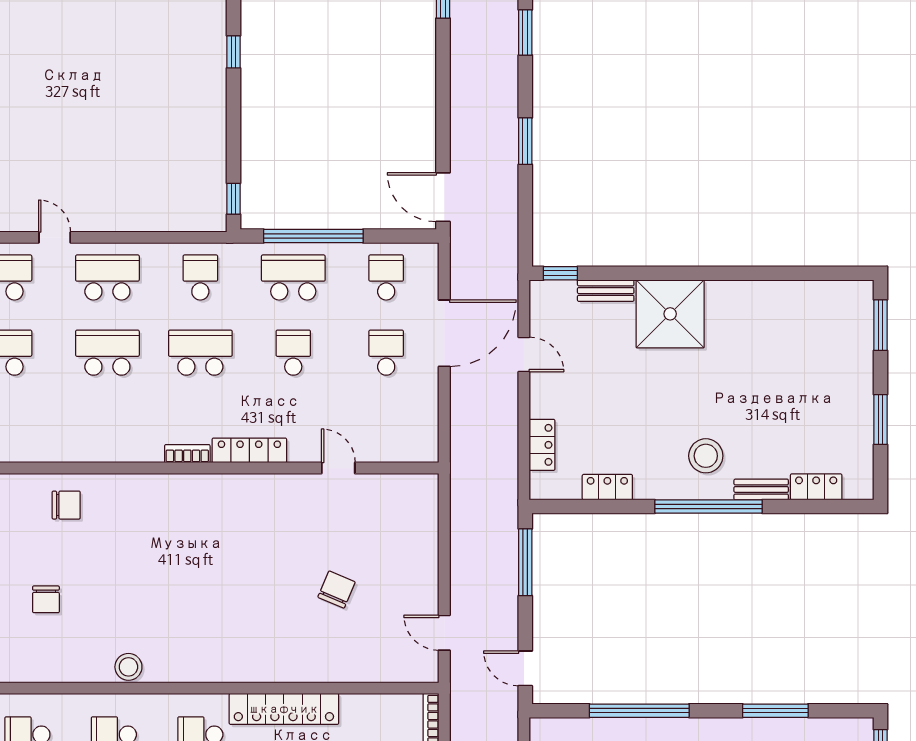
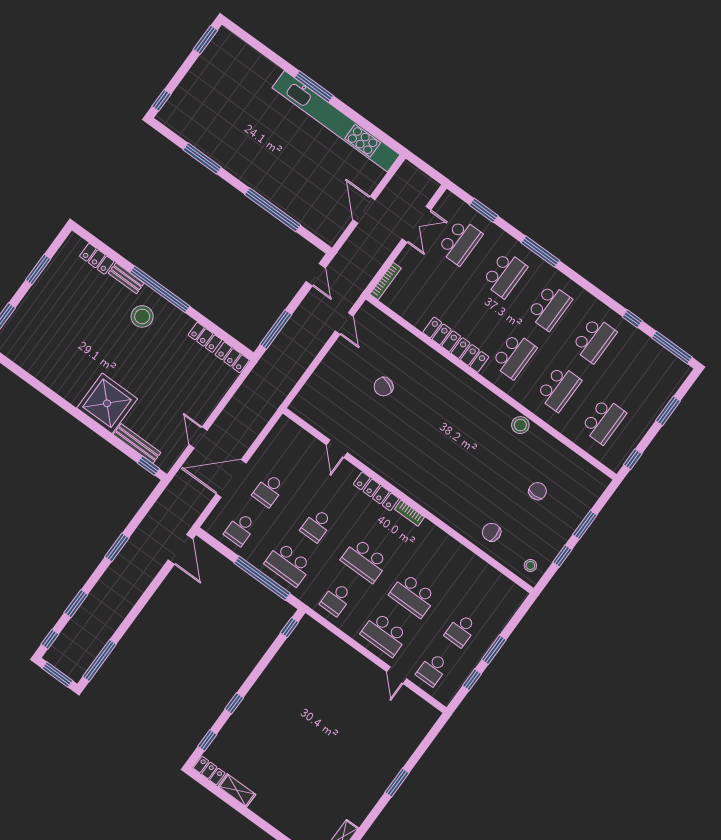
bench: (606, 291) -> (137, 444), width x1.36
locker: (542, 445) -> (232, 357), moved, turned -90

